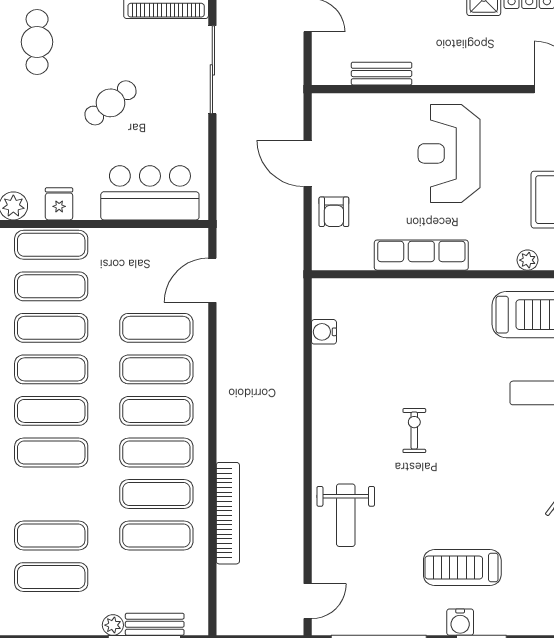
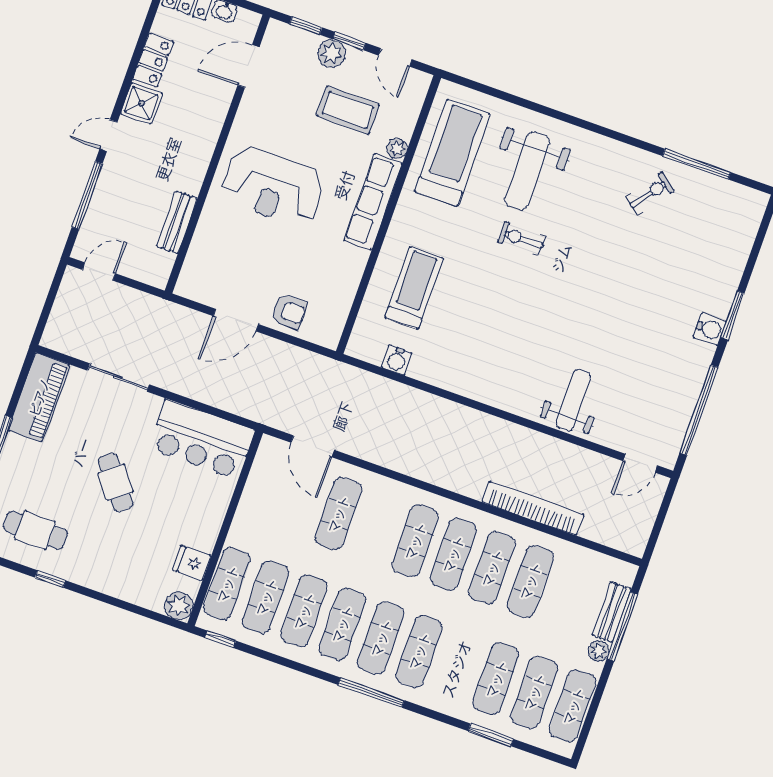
sliding door: (212, 70) -> (118, 377), width x0.73
bar counter: (150, 193) -> (202, 439), moved, turned -90
row of seats: (421, 255) -> (373, 202), moved
exercise mat: (156, 369) -> (573, 706), moved
exercise bike: (414, 431) -> (522, 239), moved
weight bench: (346, 515) -> (573, 400), turned -90
treadmill: (462, 568) -> (414, 288), moved, turned 180
door: (308, 601) -> (640, 463), swing flipped

